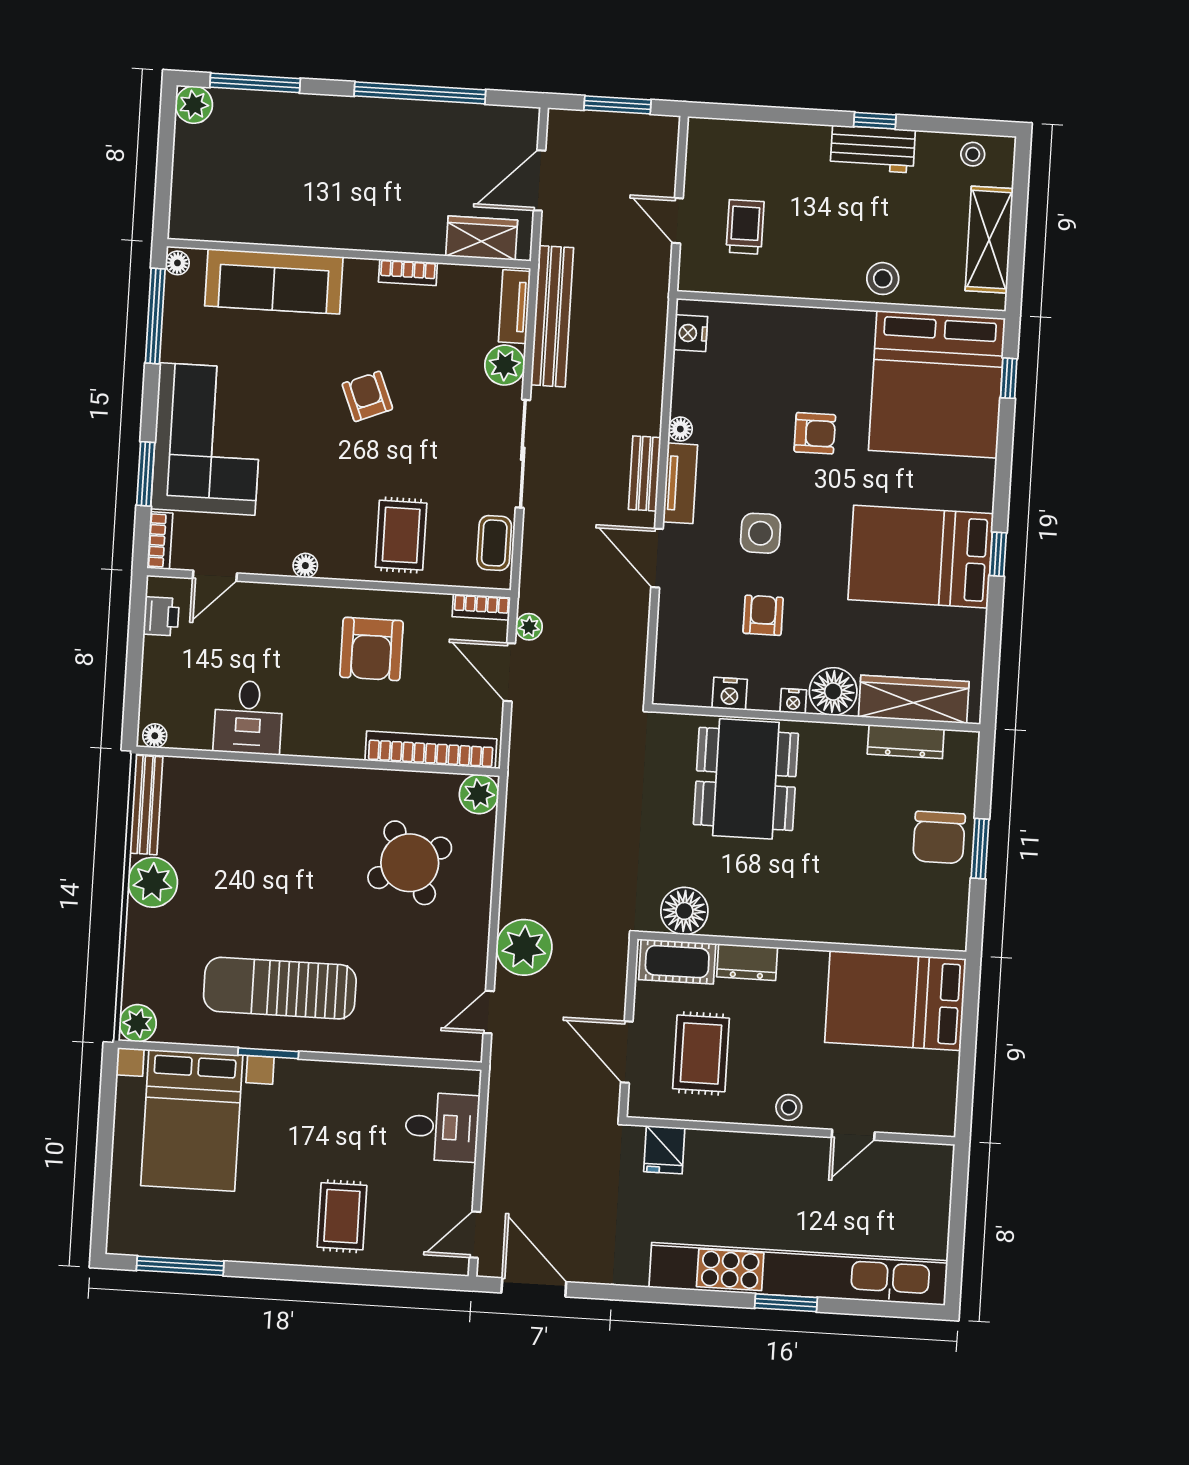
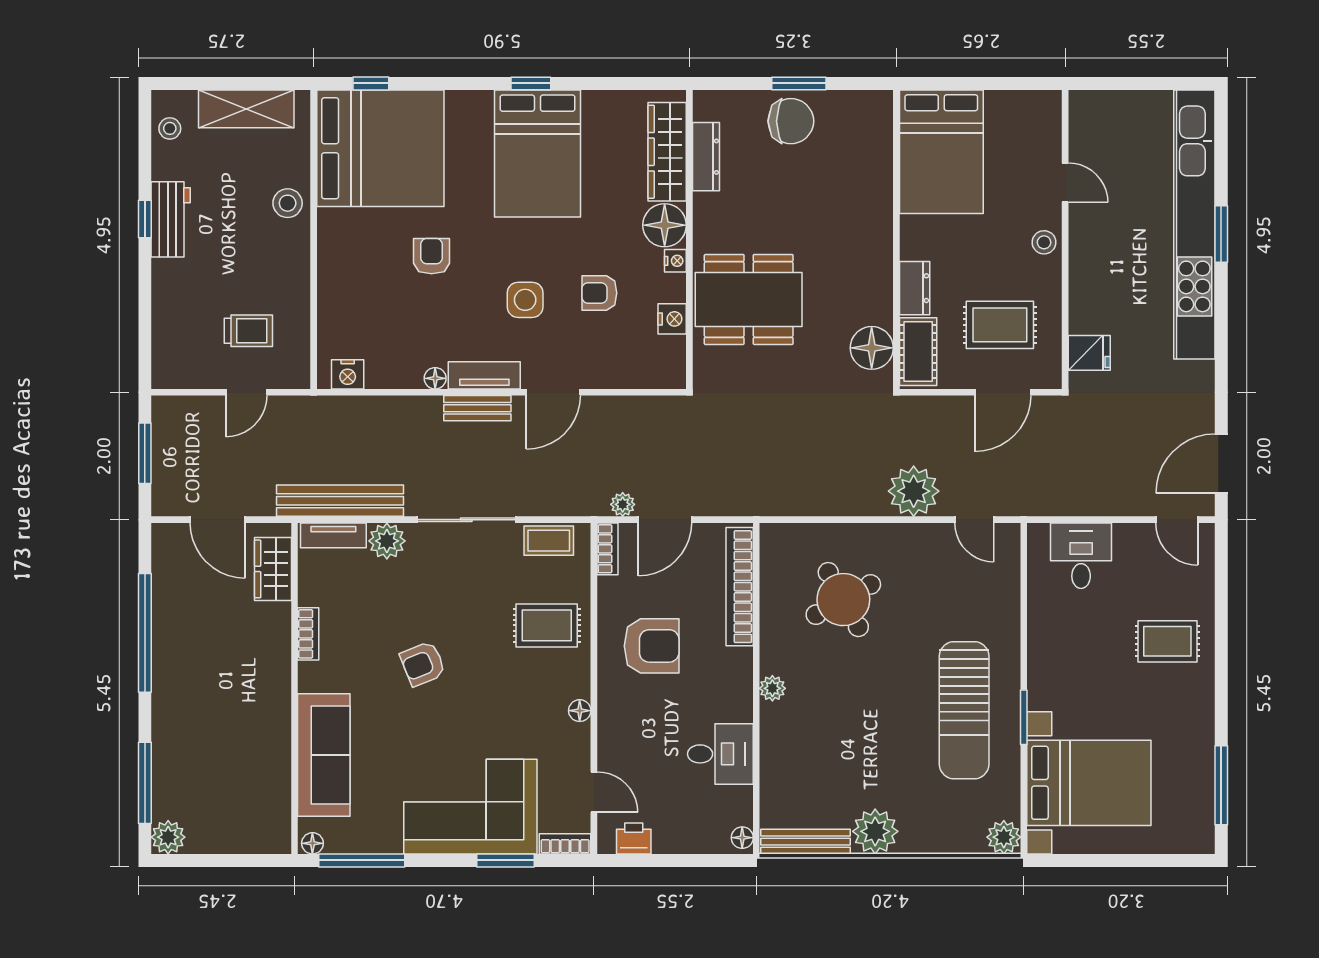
trolley: (745, 227) -> (248, 331), turned 180
plant: (479, 794) -> (772, 688), moved, width x0.73, depth x0.73

